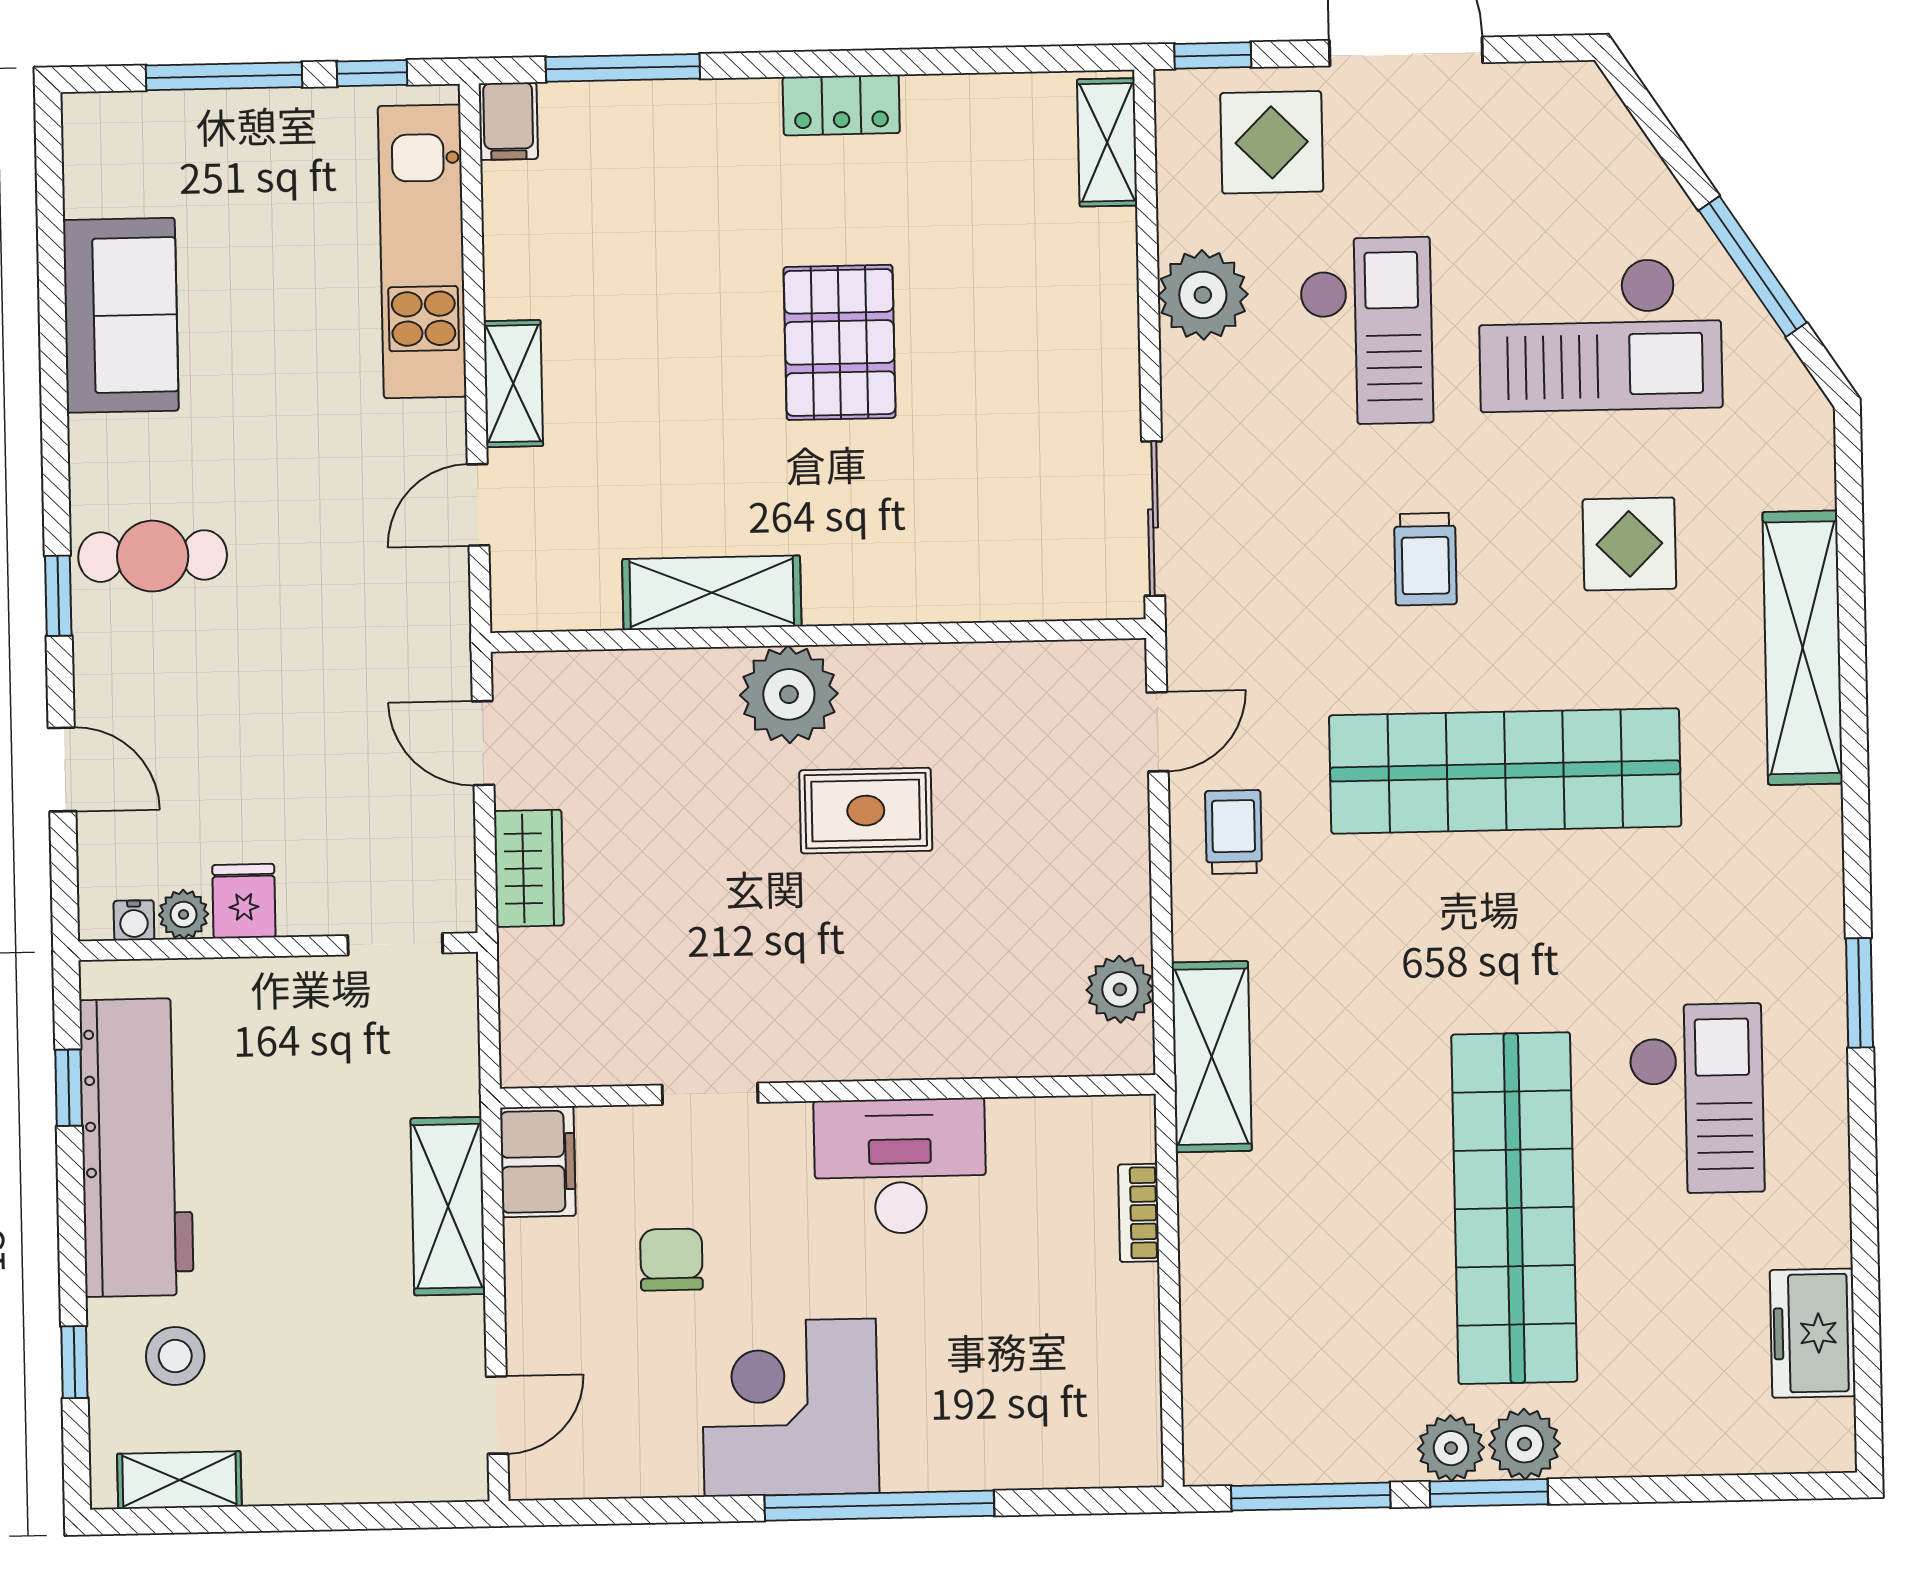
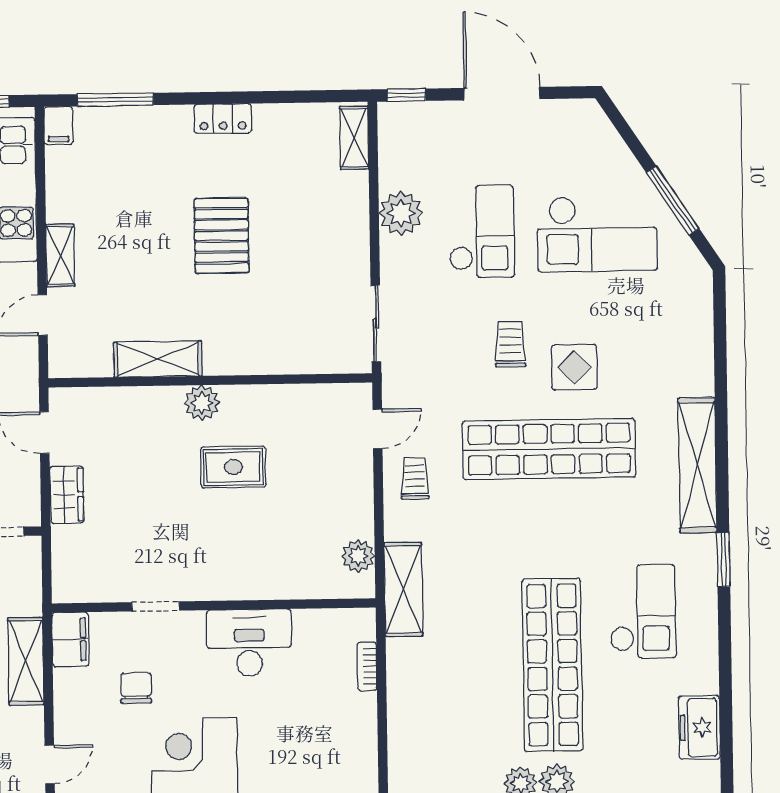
display table: (1272, 142) -> (435, 138), removed
display table: (1629, 544) -> (574, 367), moved
trolley: (1425, 559) -> (510, 344), turned 180
shelving: (1803, 648) -> (697, 465), moved
plant: (789, 694) -> (202, 403), width x0.73, depth x0.73

